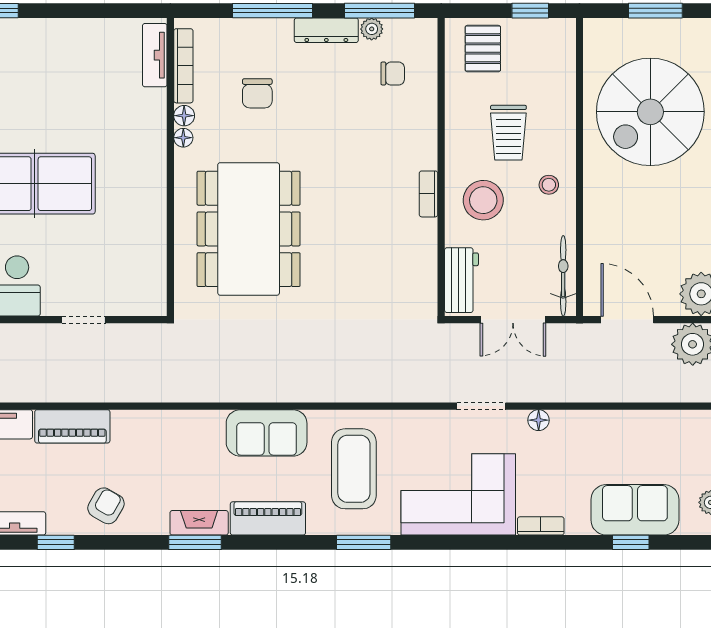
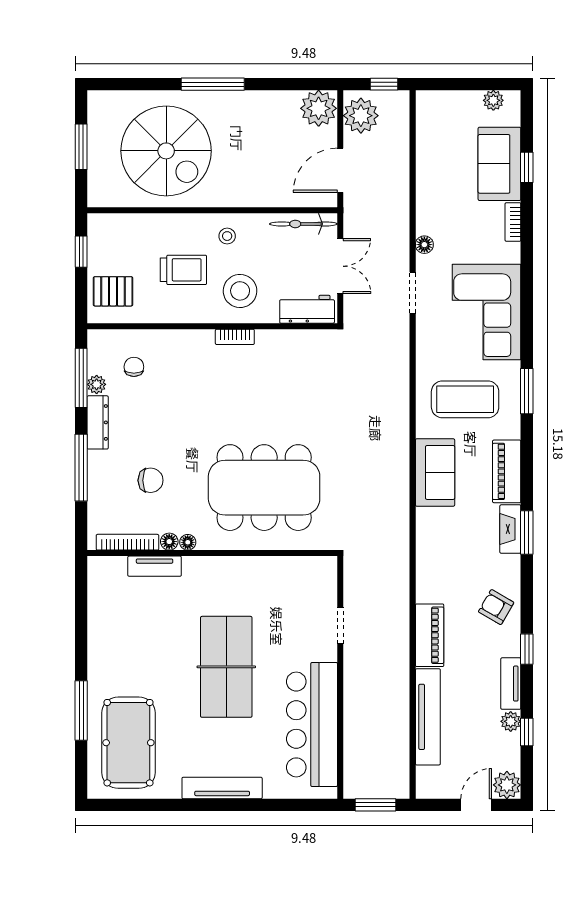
tv unit: (155, 55) -> (155, 566), moved
bookcase: (541, 526) -> (513, 222), moved

